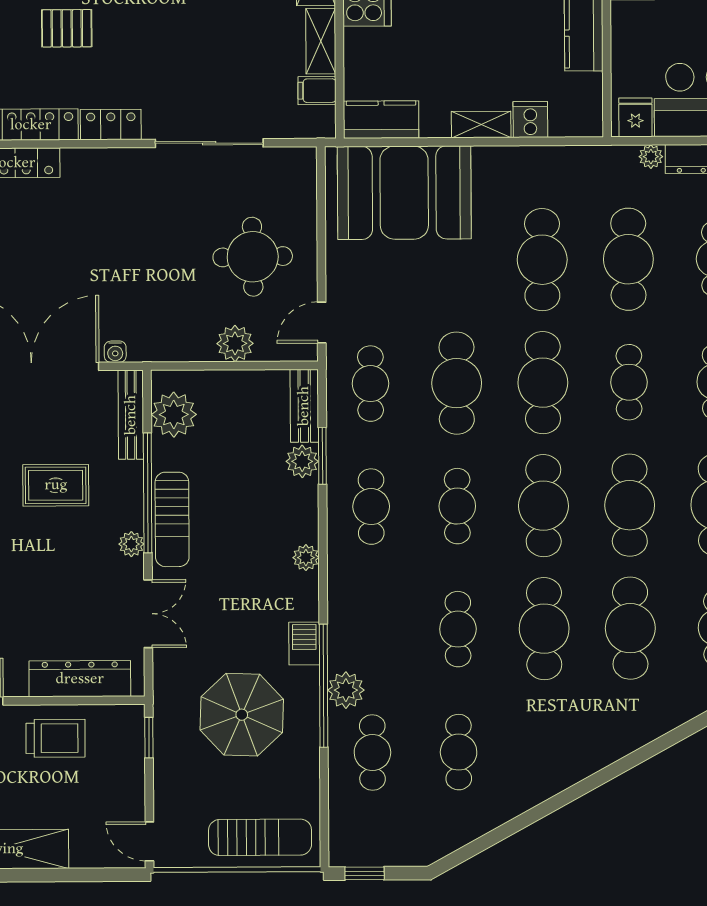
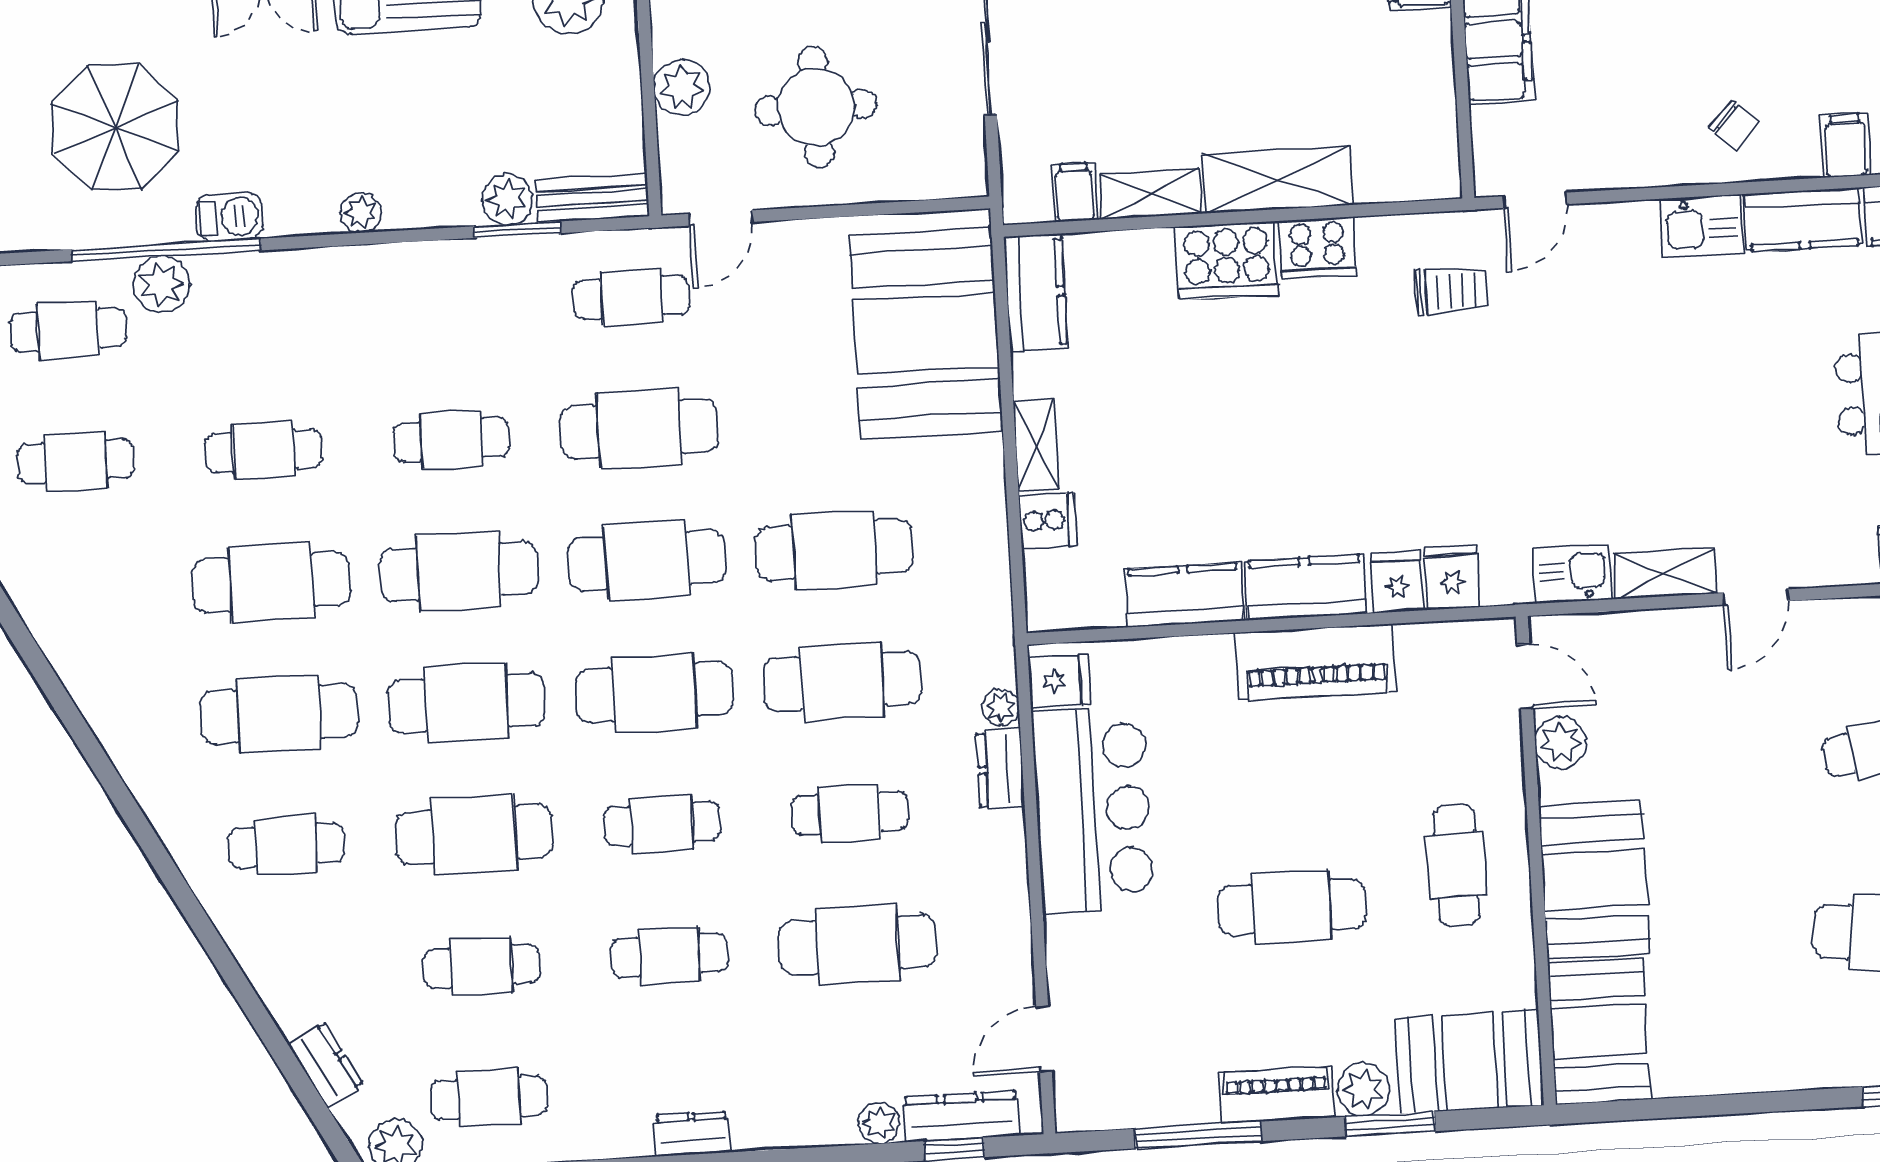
door: (322, 322) -> (721, 218), swing flipped
cafe table: (629, 382) -> (654, 692), width x1.37, depth x1.35
cafe table: (371, 507) -> (444, 308), removed

